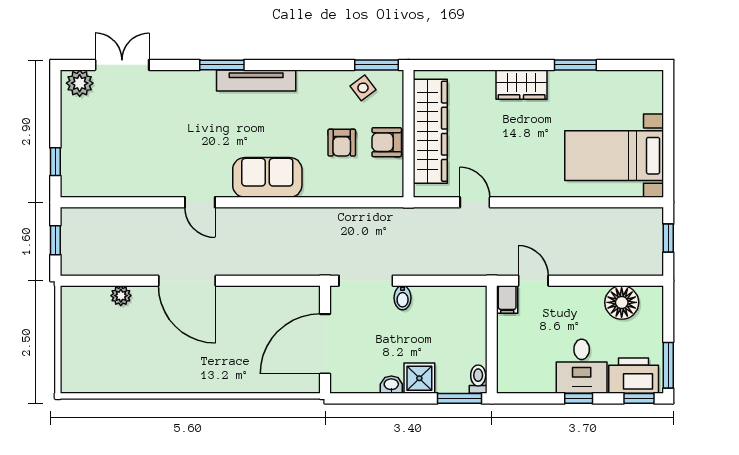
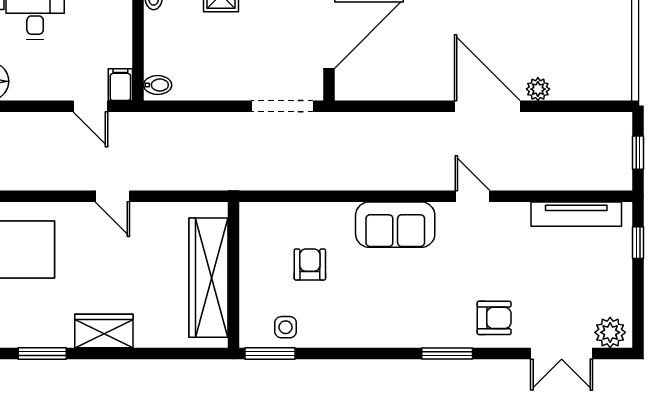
tv unit: (256, 81) -> (576, 214), moved, turned 180
side table: (363, 88) -> (286, 327), turned 37
armchair: (387, 142) -> (494, 318), moved
door: (475, 202) -> (112, 196), moved
plant: (121, 296) -> (538, 89), moved
bidet: (403, 298) -> (158, 85), moved, turned 90

